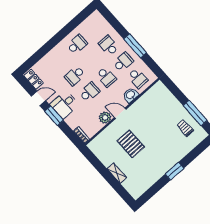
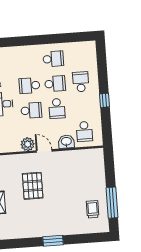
window: (135, 46) -> (104, 100), width x0.46
school desk: (123, 62) -> (55, 84), moved

